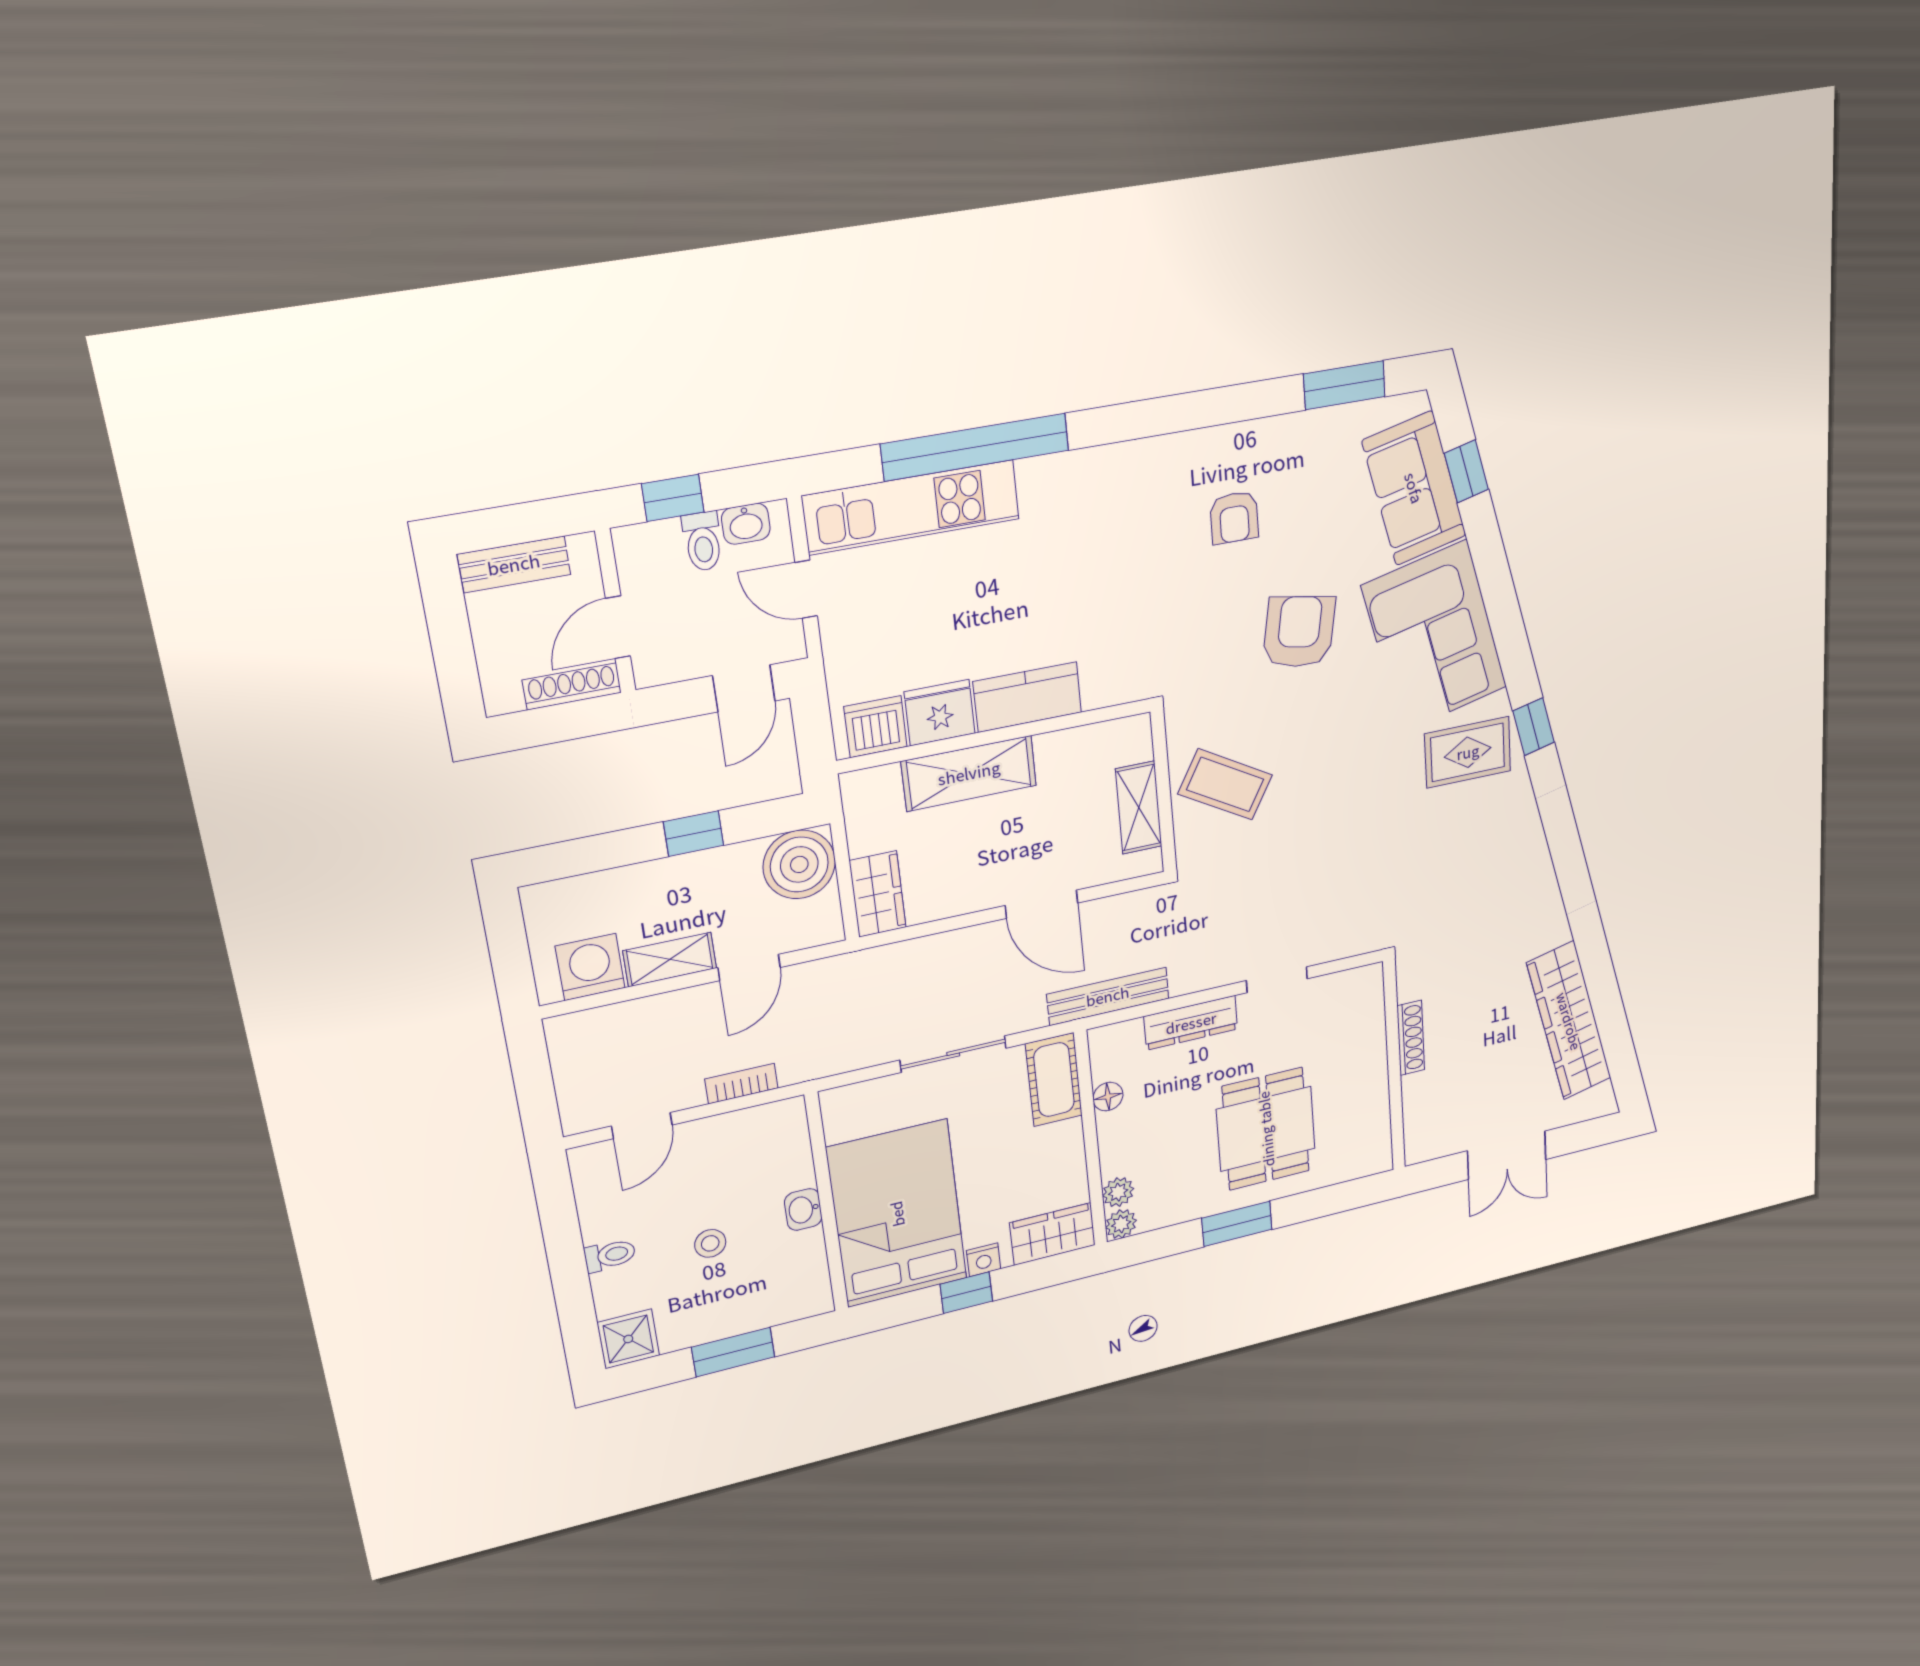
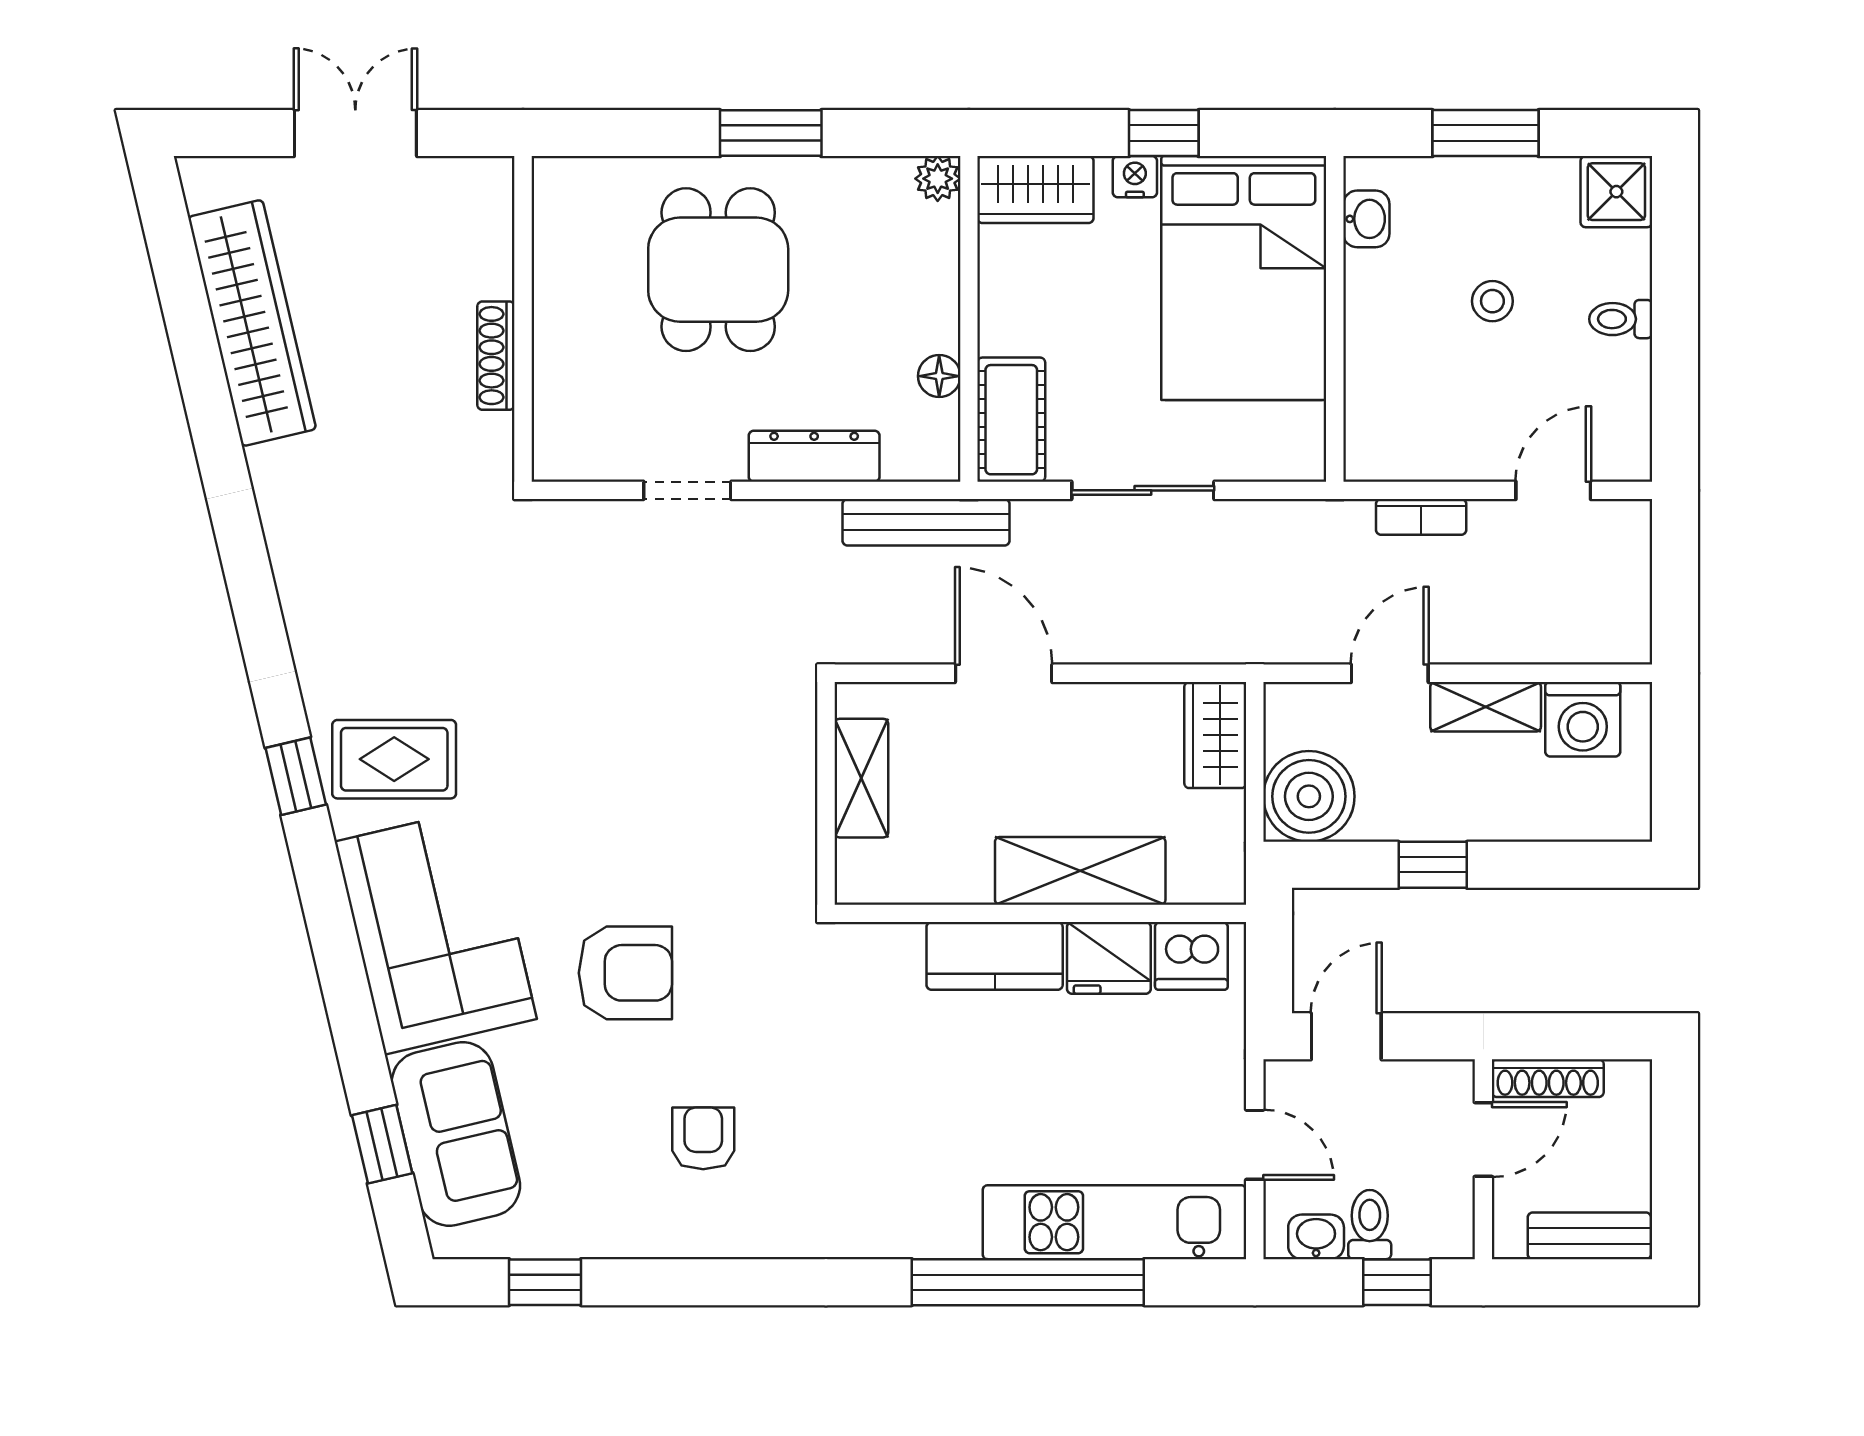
window: (1344, 385) -> (545, 1282), width x0.67
armchair: (1299, 632) -> (625, 973), turned -100
coffee table: (1225, 784) -> (741, 785), removed
plant: (1118, 1192) -> (938, 228), removed
washbasin: (803, 1209) -> (1366, 219), moved

